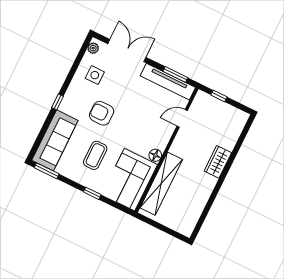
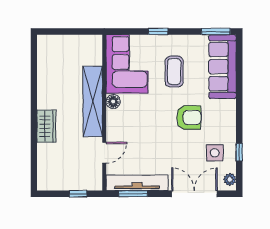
double door: (127, 51) -> (194, 194), swing flipped
window: (57, 102) -> (239, 152), moved
shelving: (161, 184) -> (93, 101), moved

